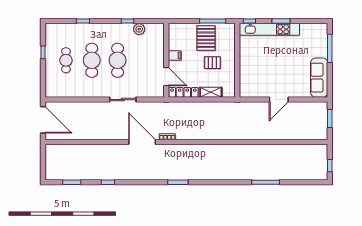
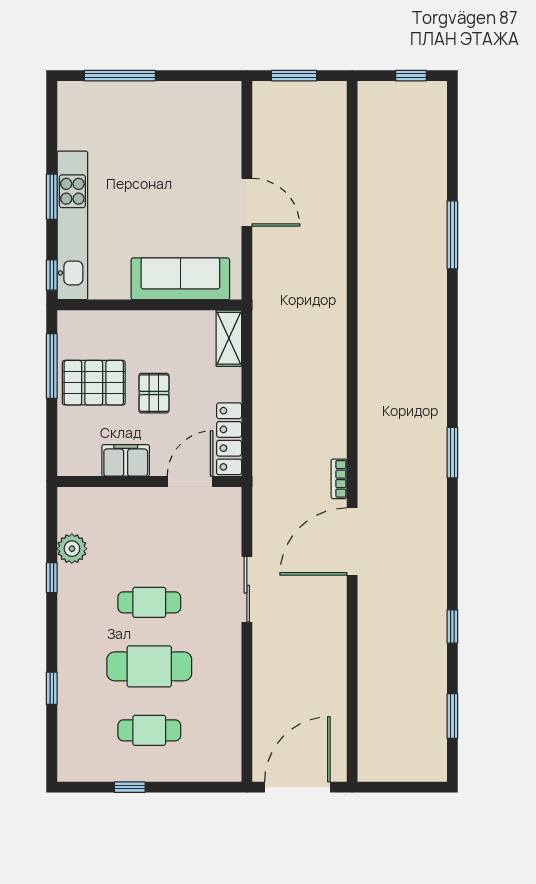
filing cabinet: (175, 56) -> (126, 460), width x2.00
cafe table: (118, 60) -> (149, 602), width x0.73, depth x0.74
pallet: (212, 63) -> (154, 393), moved
sofa: (319, 78) -> (180, 279), moved, turned 180
shelving: (211, 92) -> (229, 338), moved

